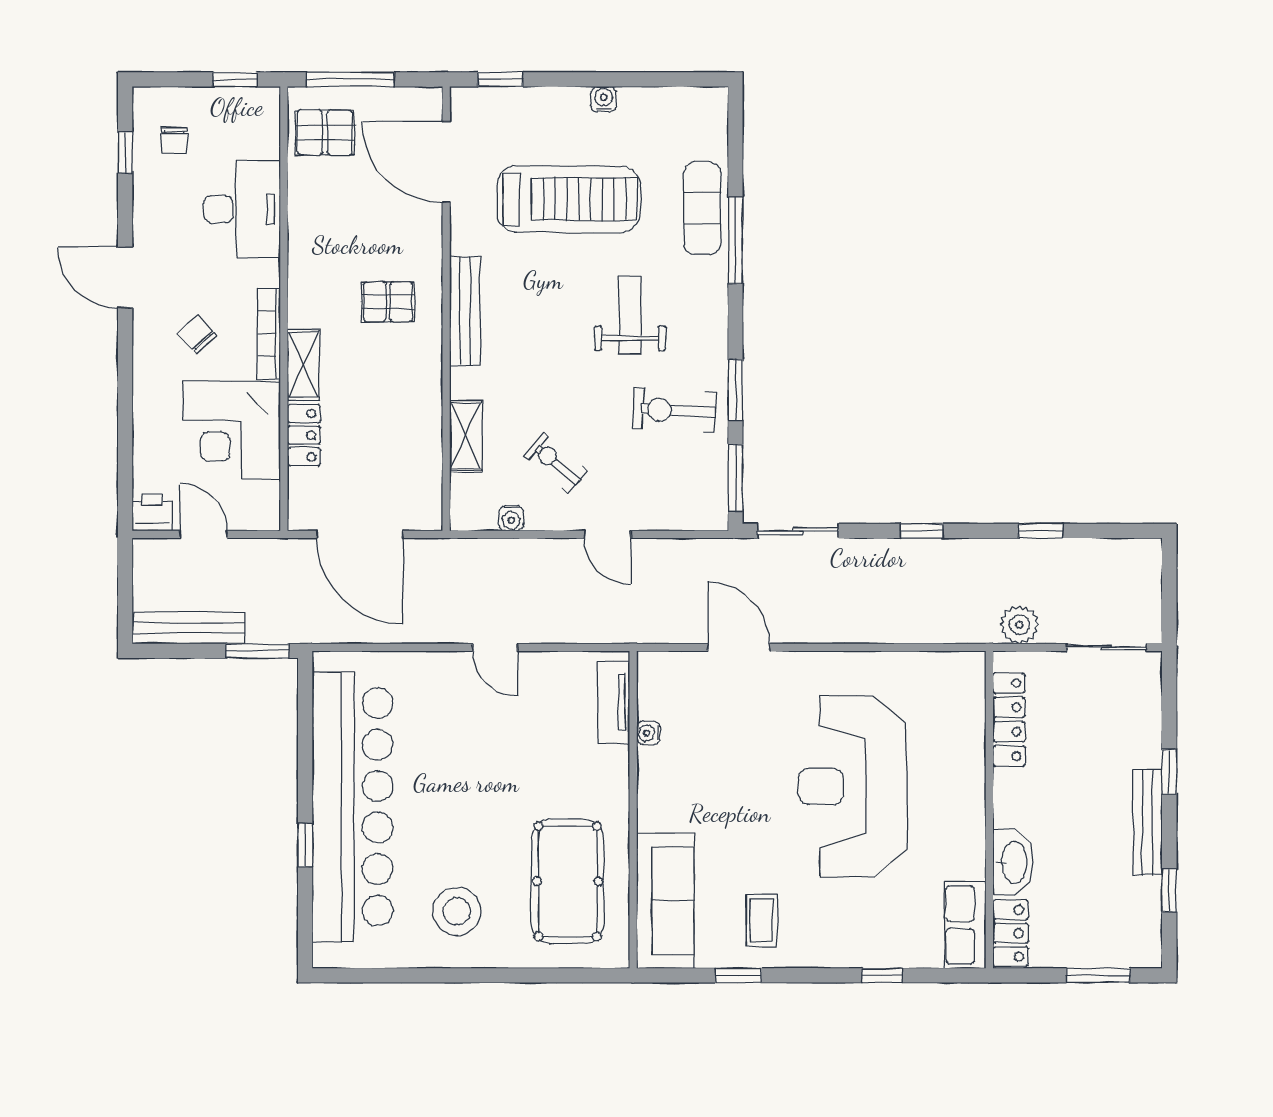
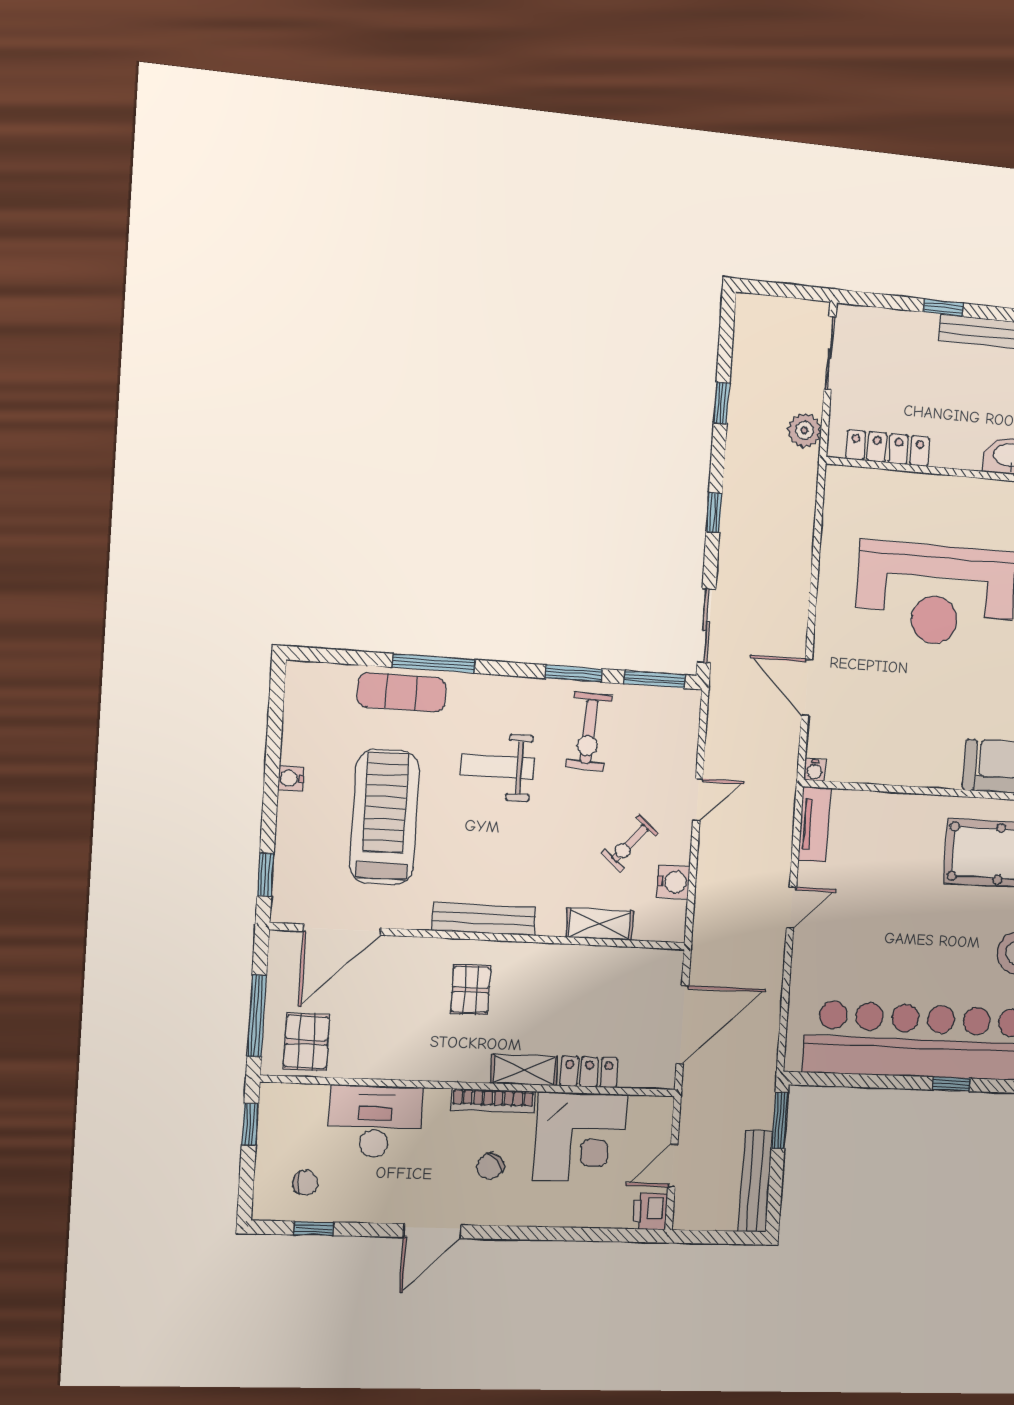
water cooler: (511, 518) -> (673, 882), width x1.38, depth x1.38
door: (739, 647) -> (807, 687), hinge flipped
tv unit: (614, 702) -> (814, 824), moved, turned -90
water cooler: (648, 733) -> (815, 770), moved

